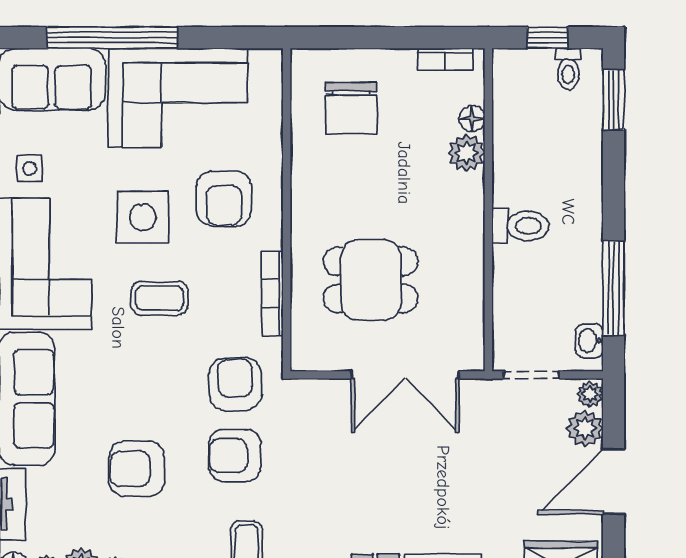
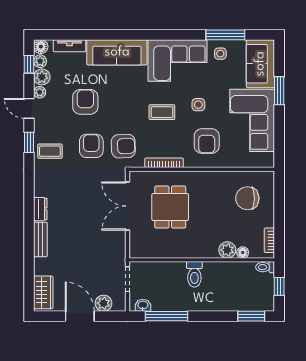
window: (112, 38) -> (279, 91), width x0.47
toilet: (568, 69) -> (265, 267), moved
armchair: (224, 199) -> (207, 141), turned -90
side table: (143, 217) -> (198, 105), width x0.54, depth x0.54
coffee table: (160, 298) -> (162, 112), turned 90
double door: (405, 375) -> (127, 206), moved
plant: (590, 394) -> (119, 306), removed

